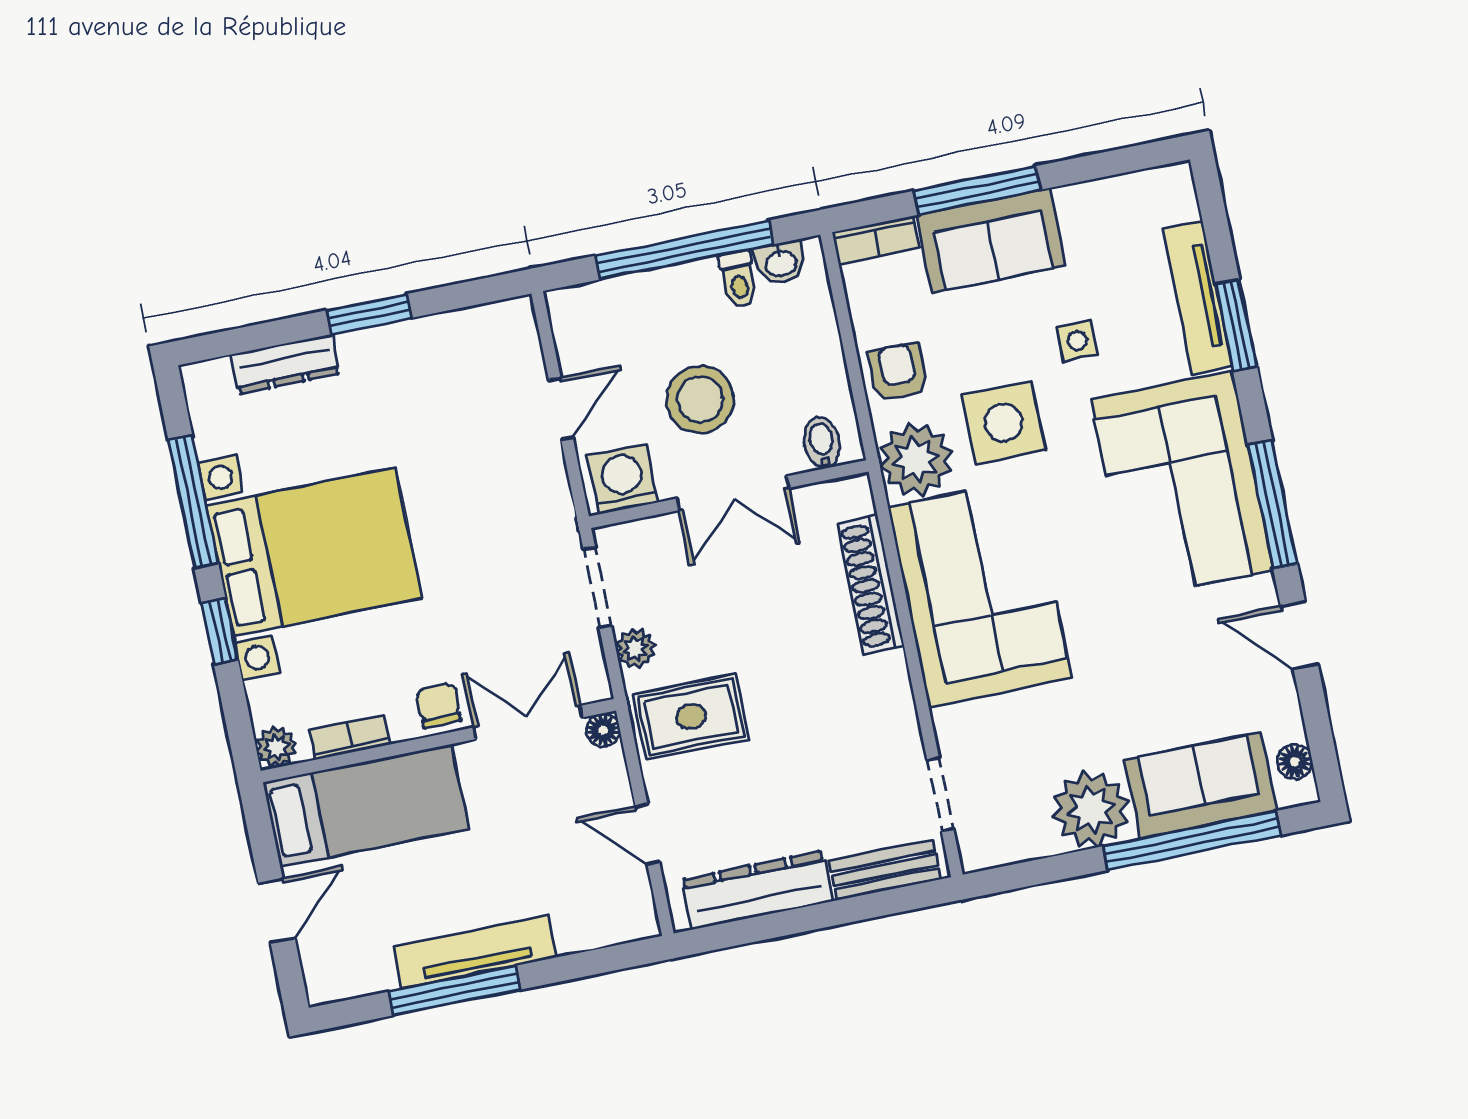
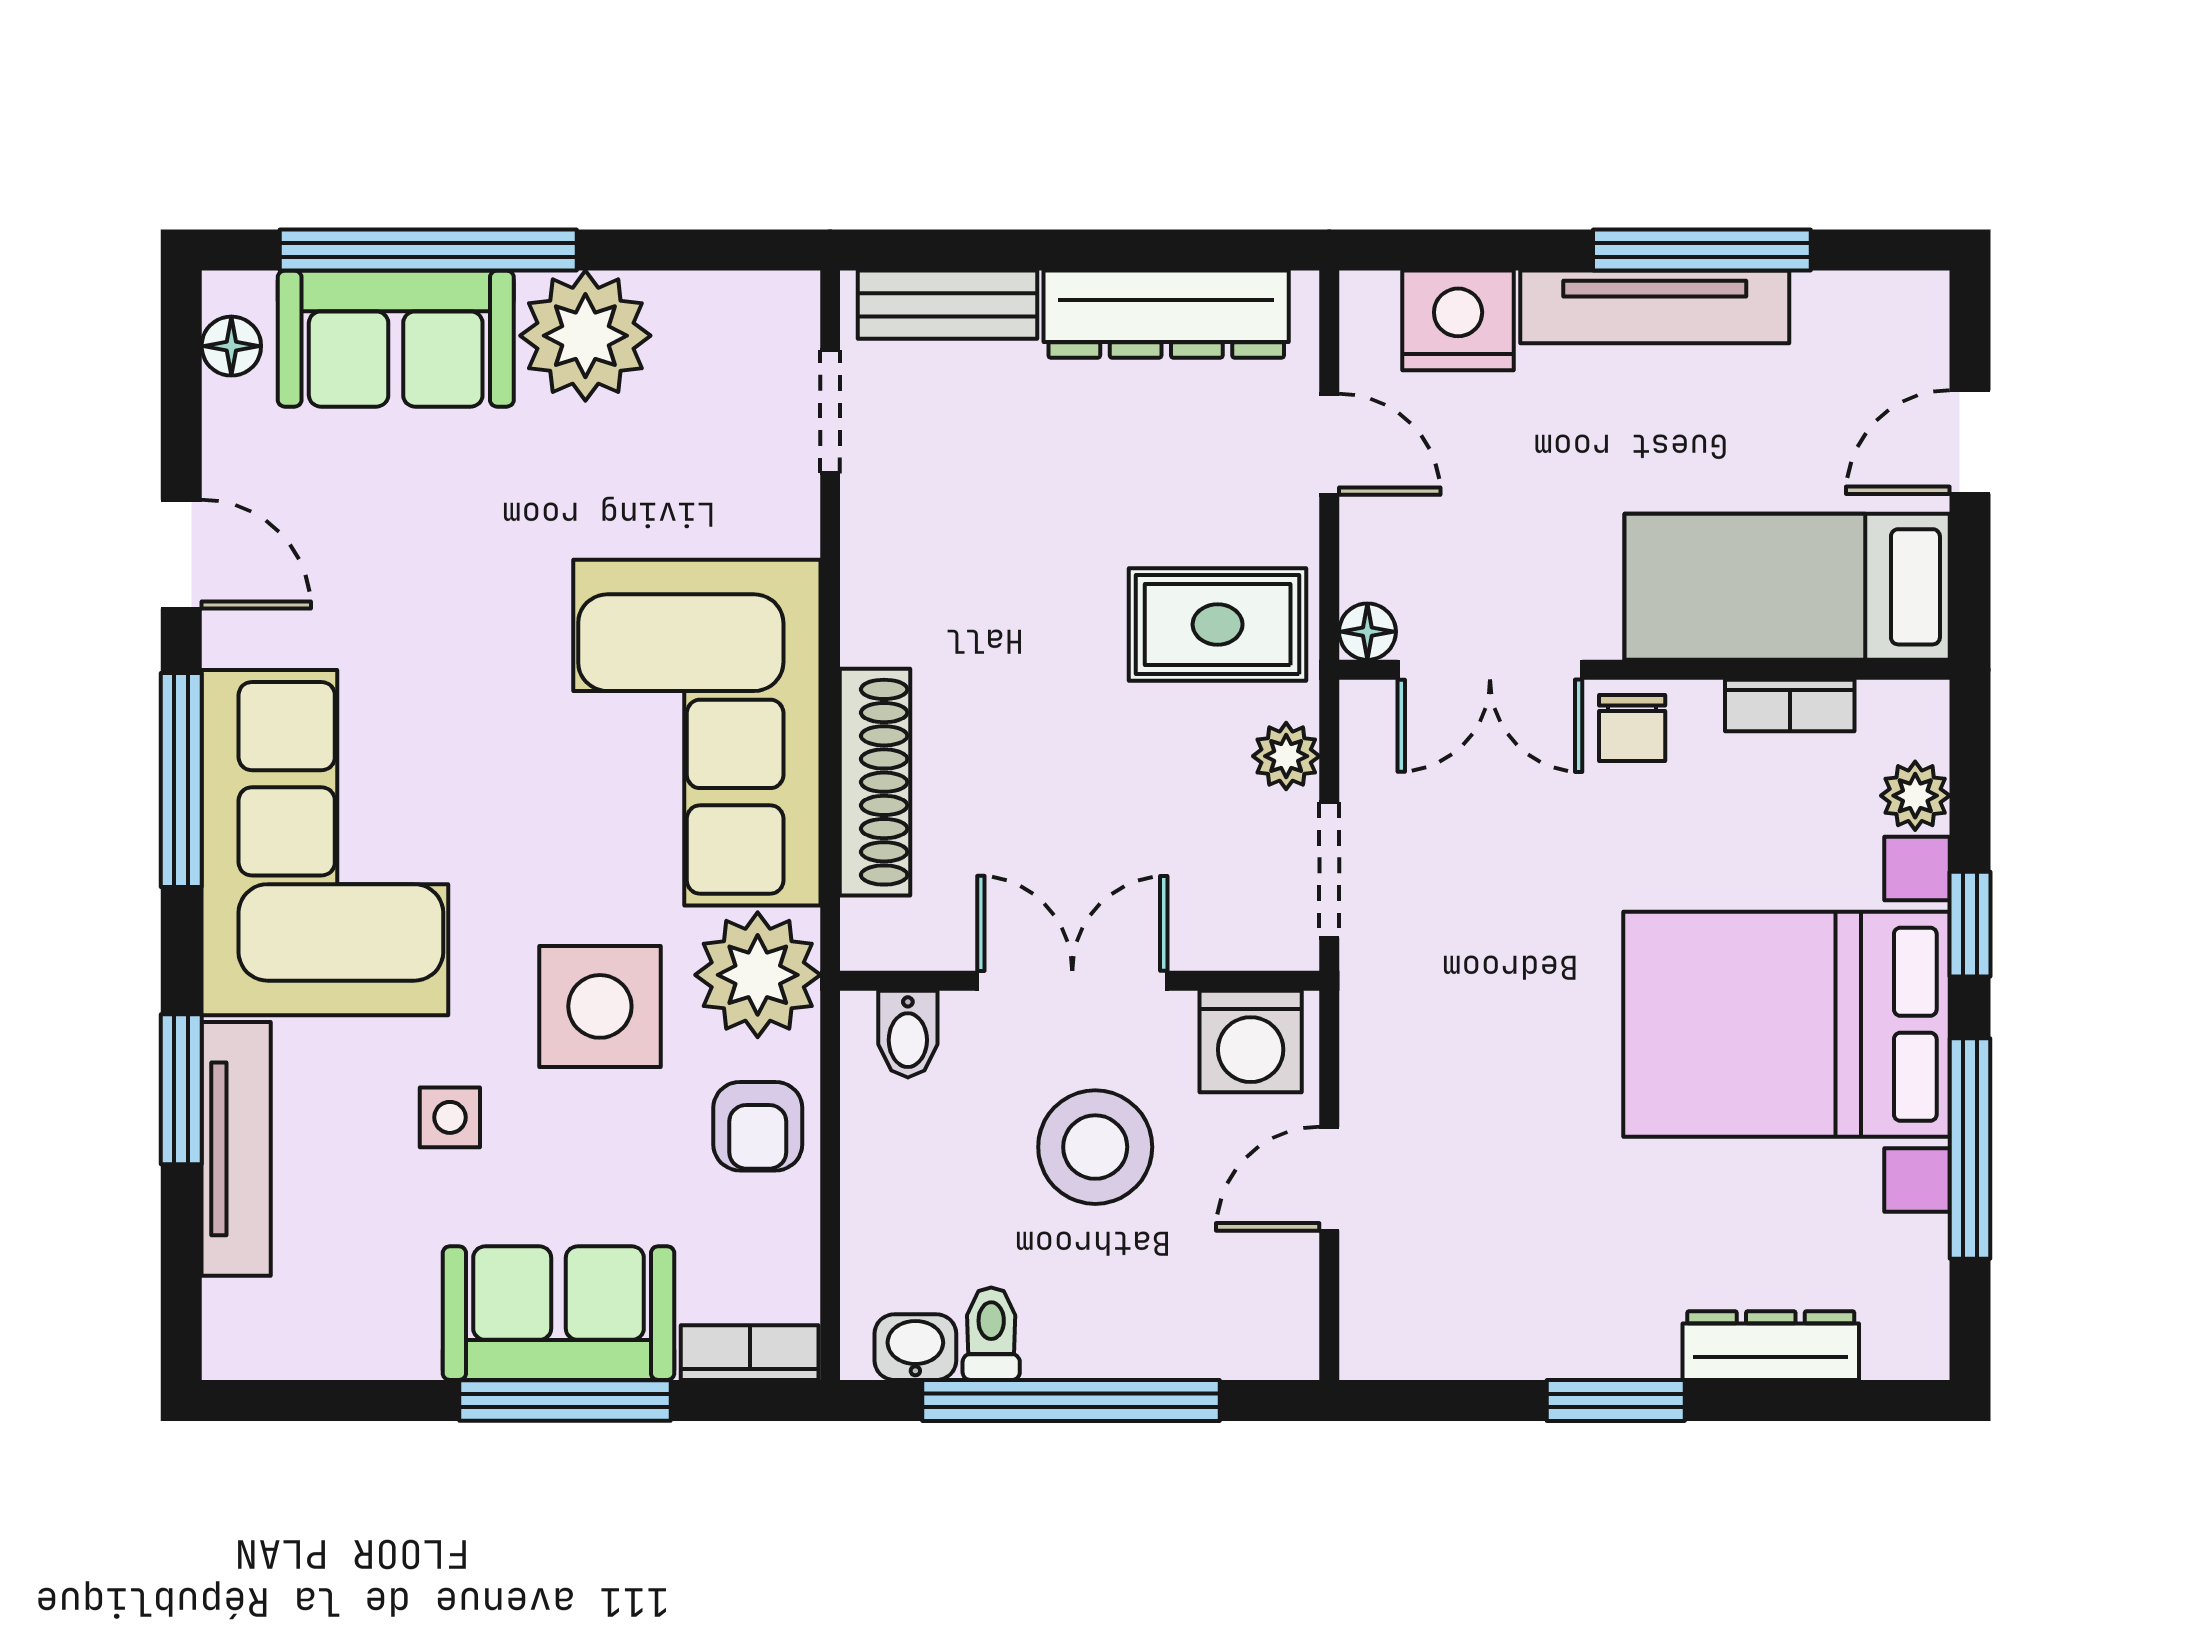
plant: (276, 747) -> (1915, 796), moved
nightstand: (587, 921) -> (1458, 320), added

